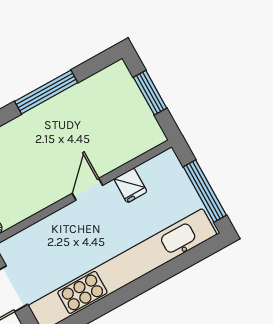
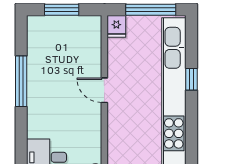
fridge: (130, 185) -> (116, 26), moved, turned 90
window: (153, 279) -> (191, 79), added

